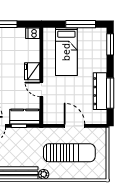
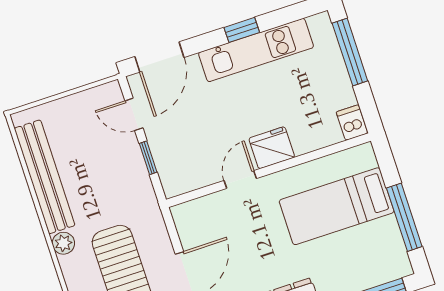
kitchen counter: (25, 117) -> (171, 163), removed

